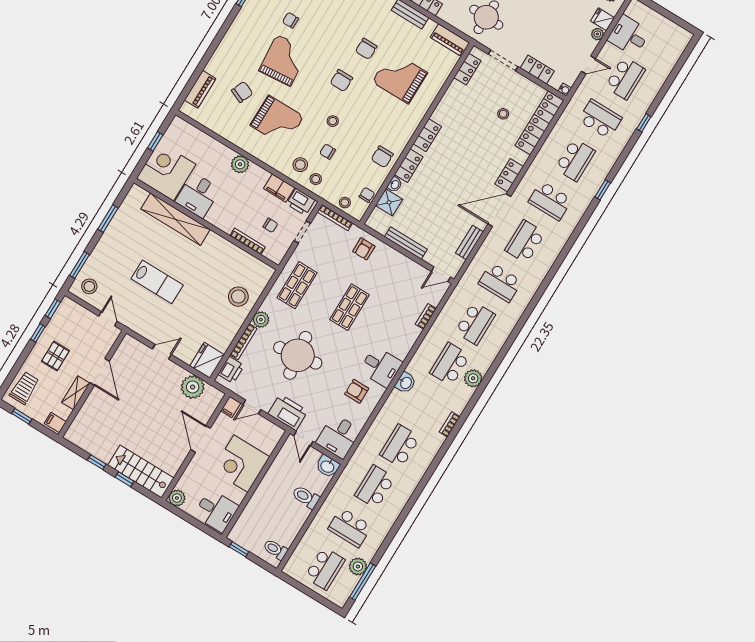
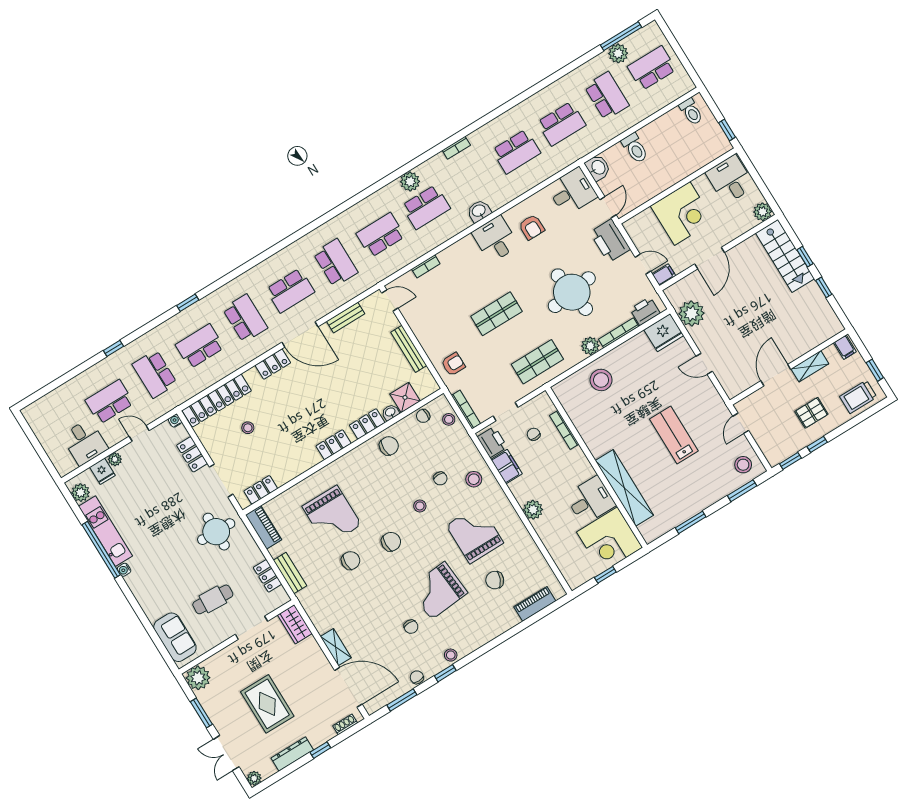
stool: (316, 179) -> (451, 655), moved

